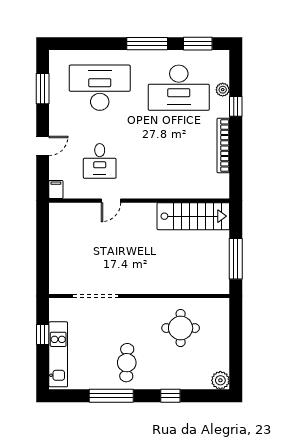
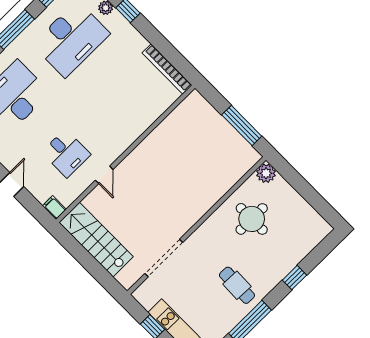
bookcase: (223, 146) -> (167, 69), moved
stairs: (193, 216) -> (96, 240), moved, turned -90
plant: (220, 380) -> (266, 173), moved

